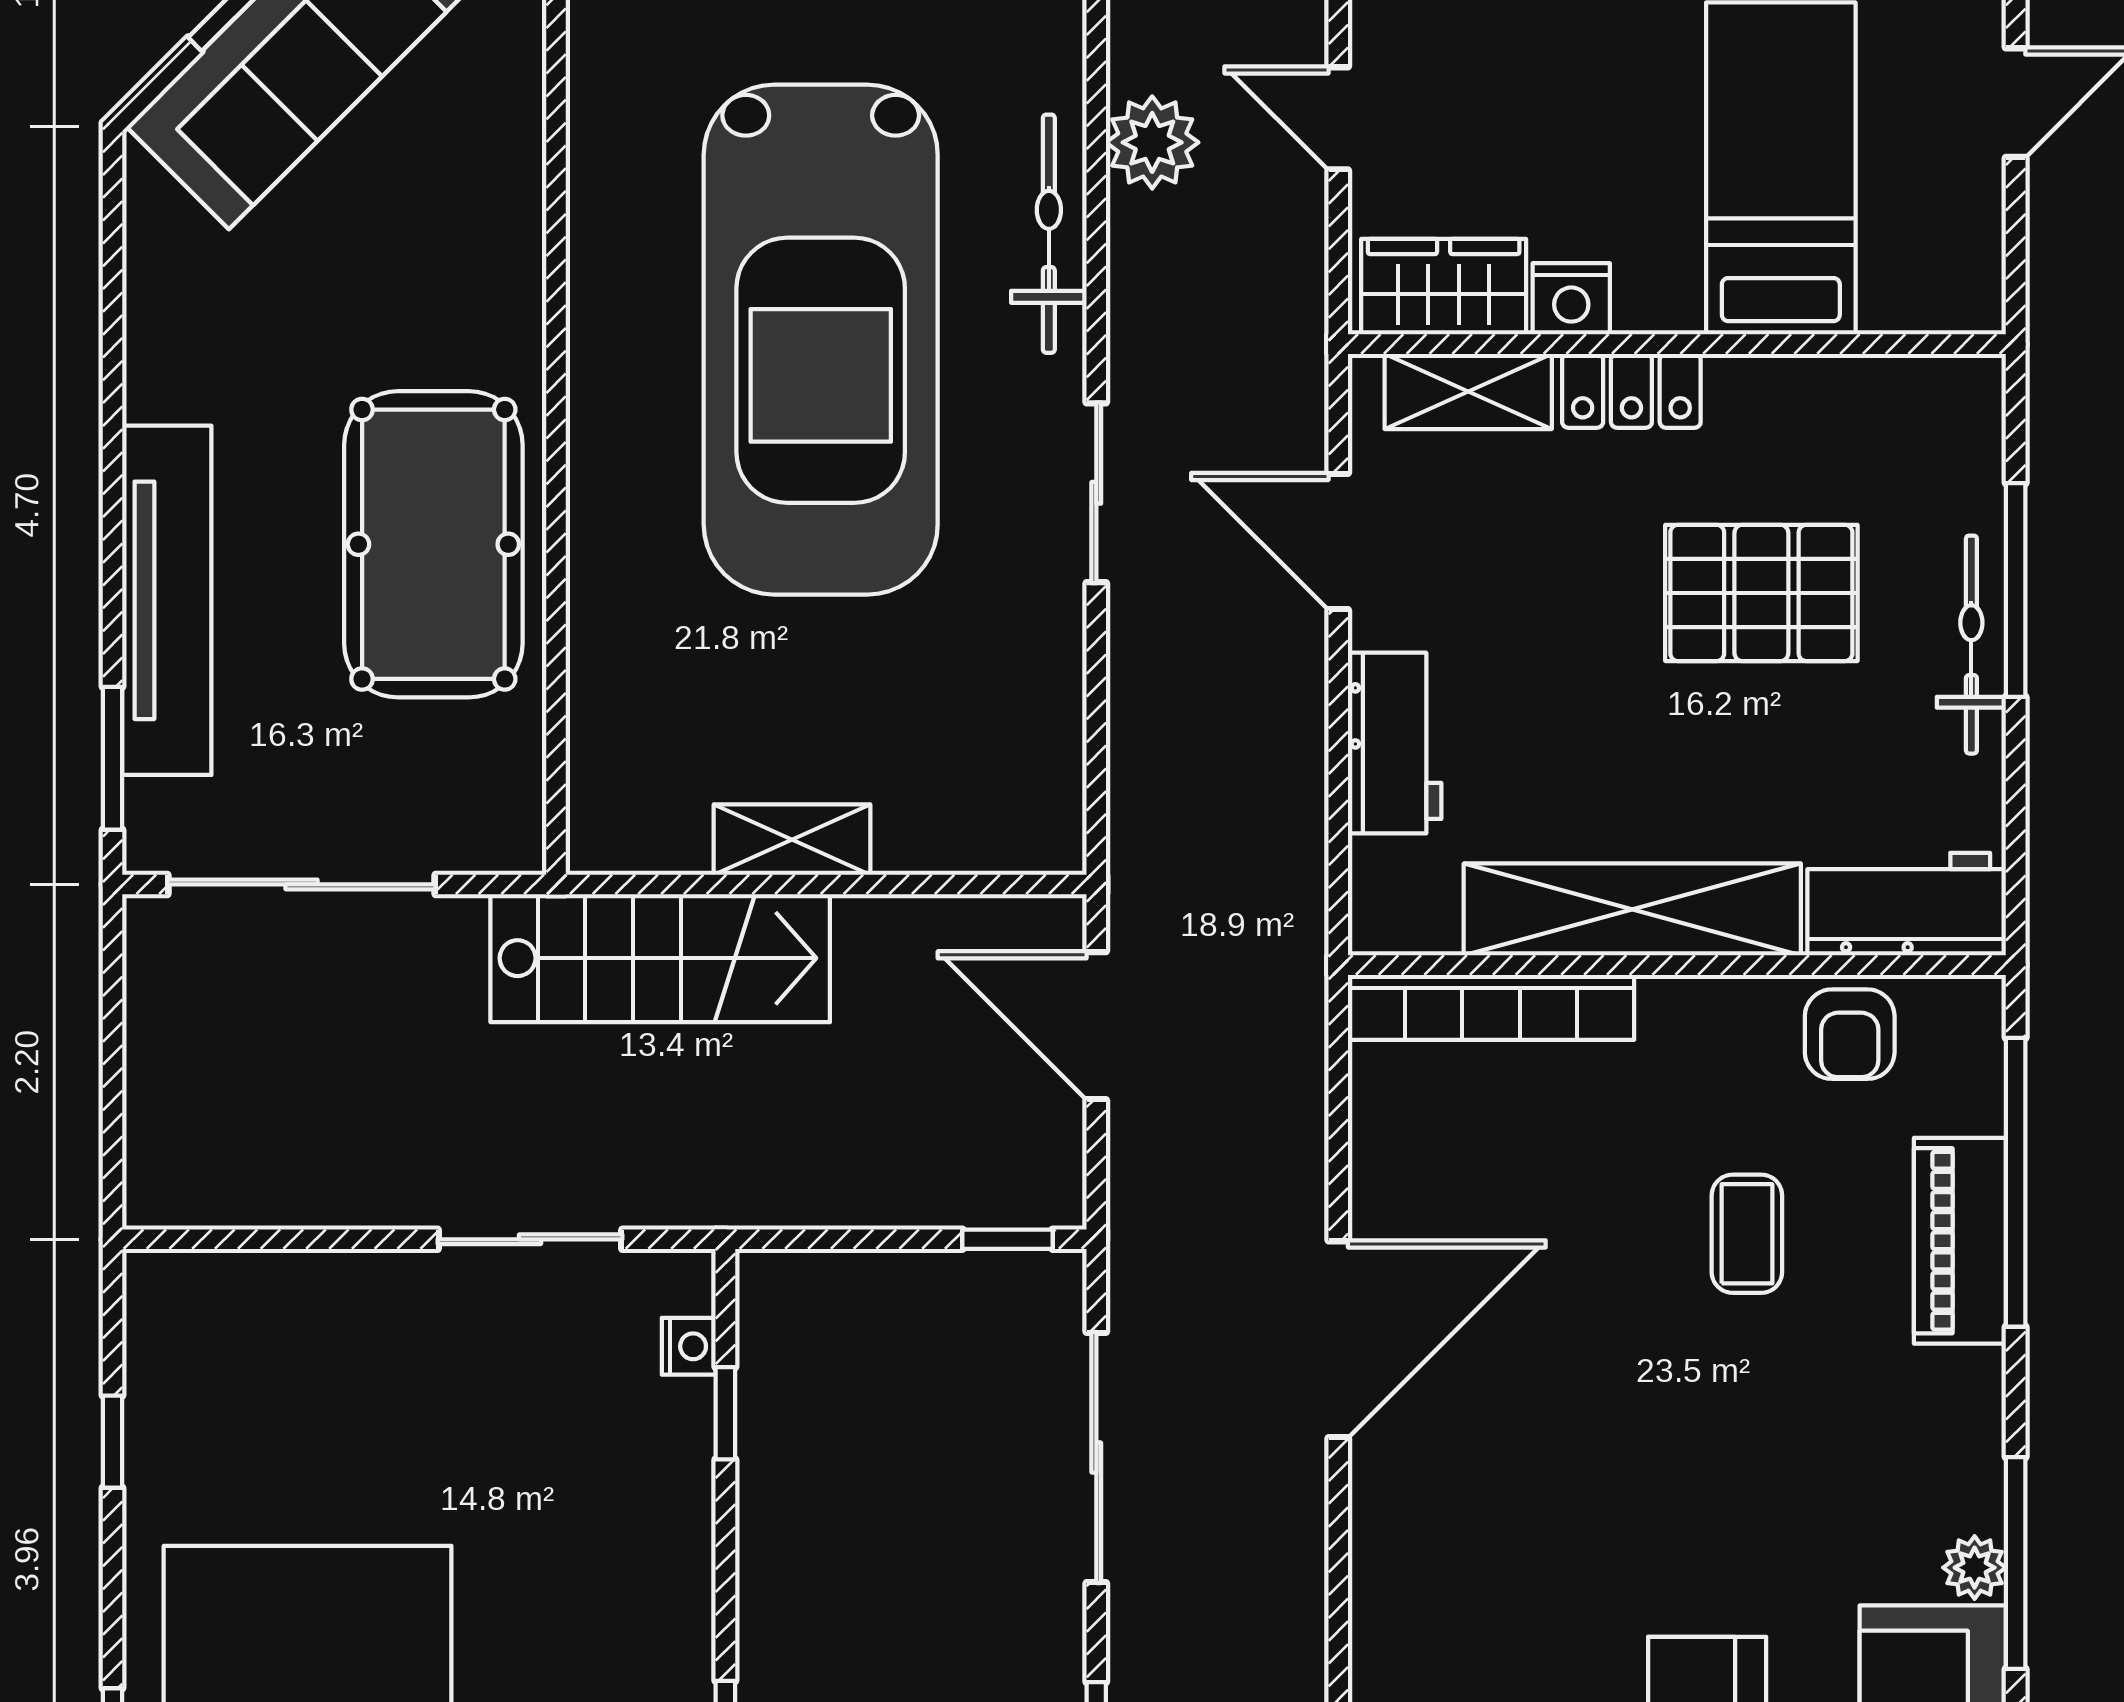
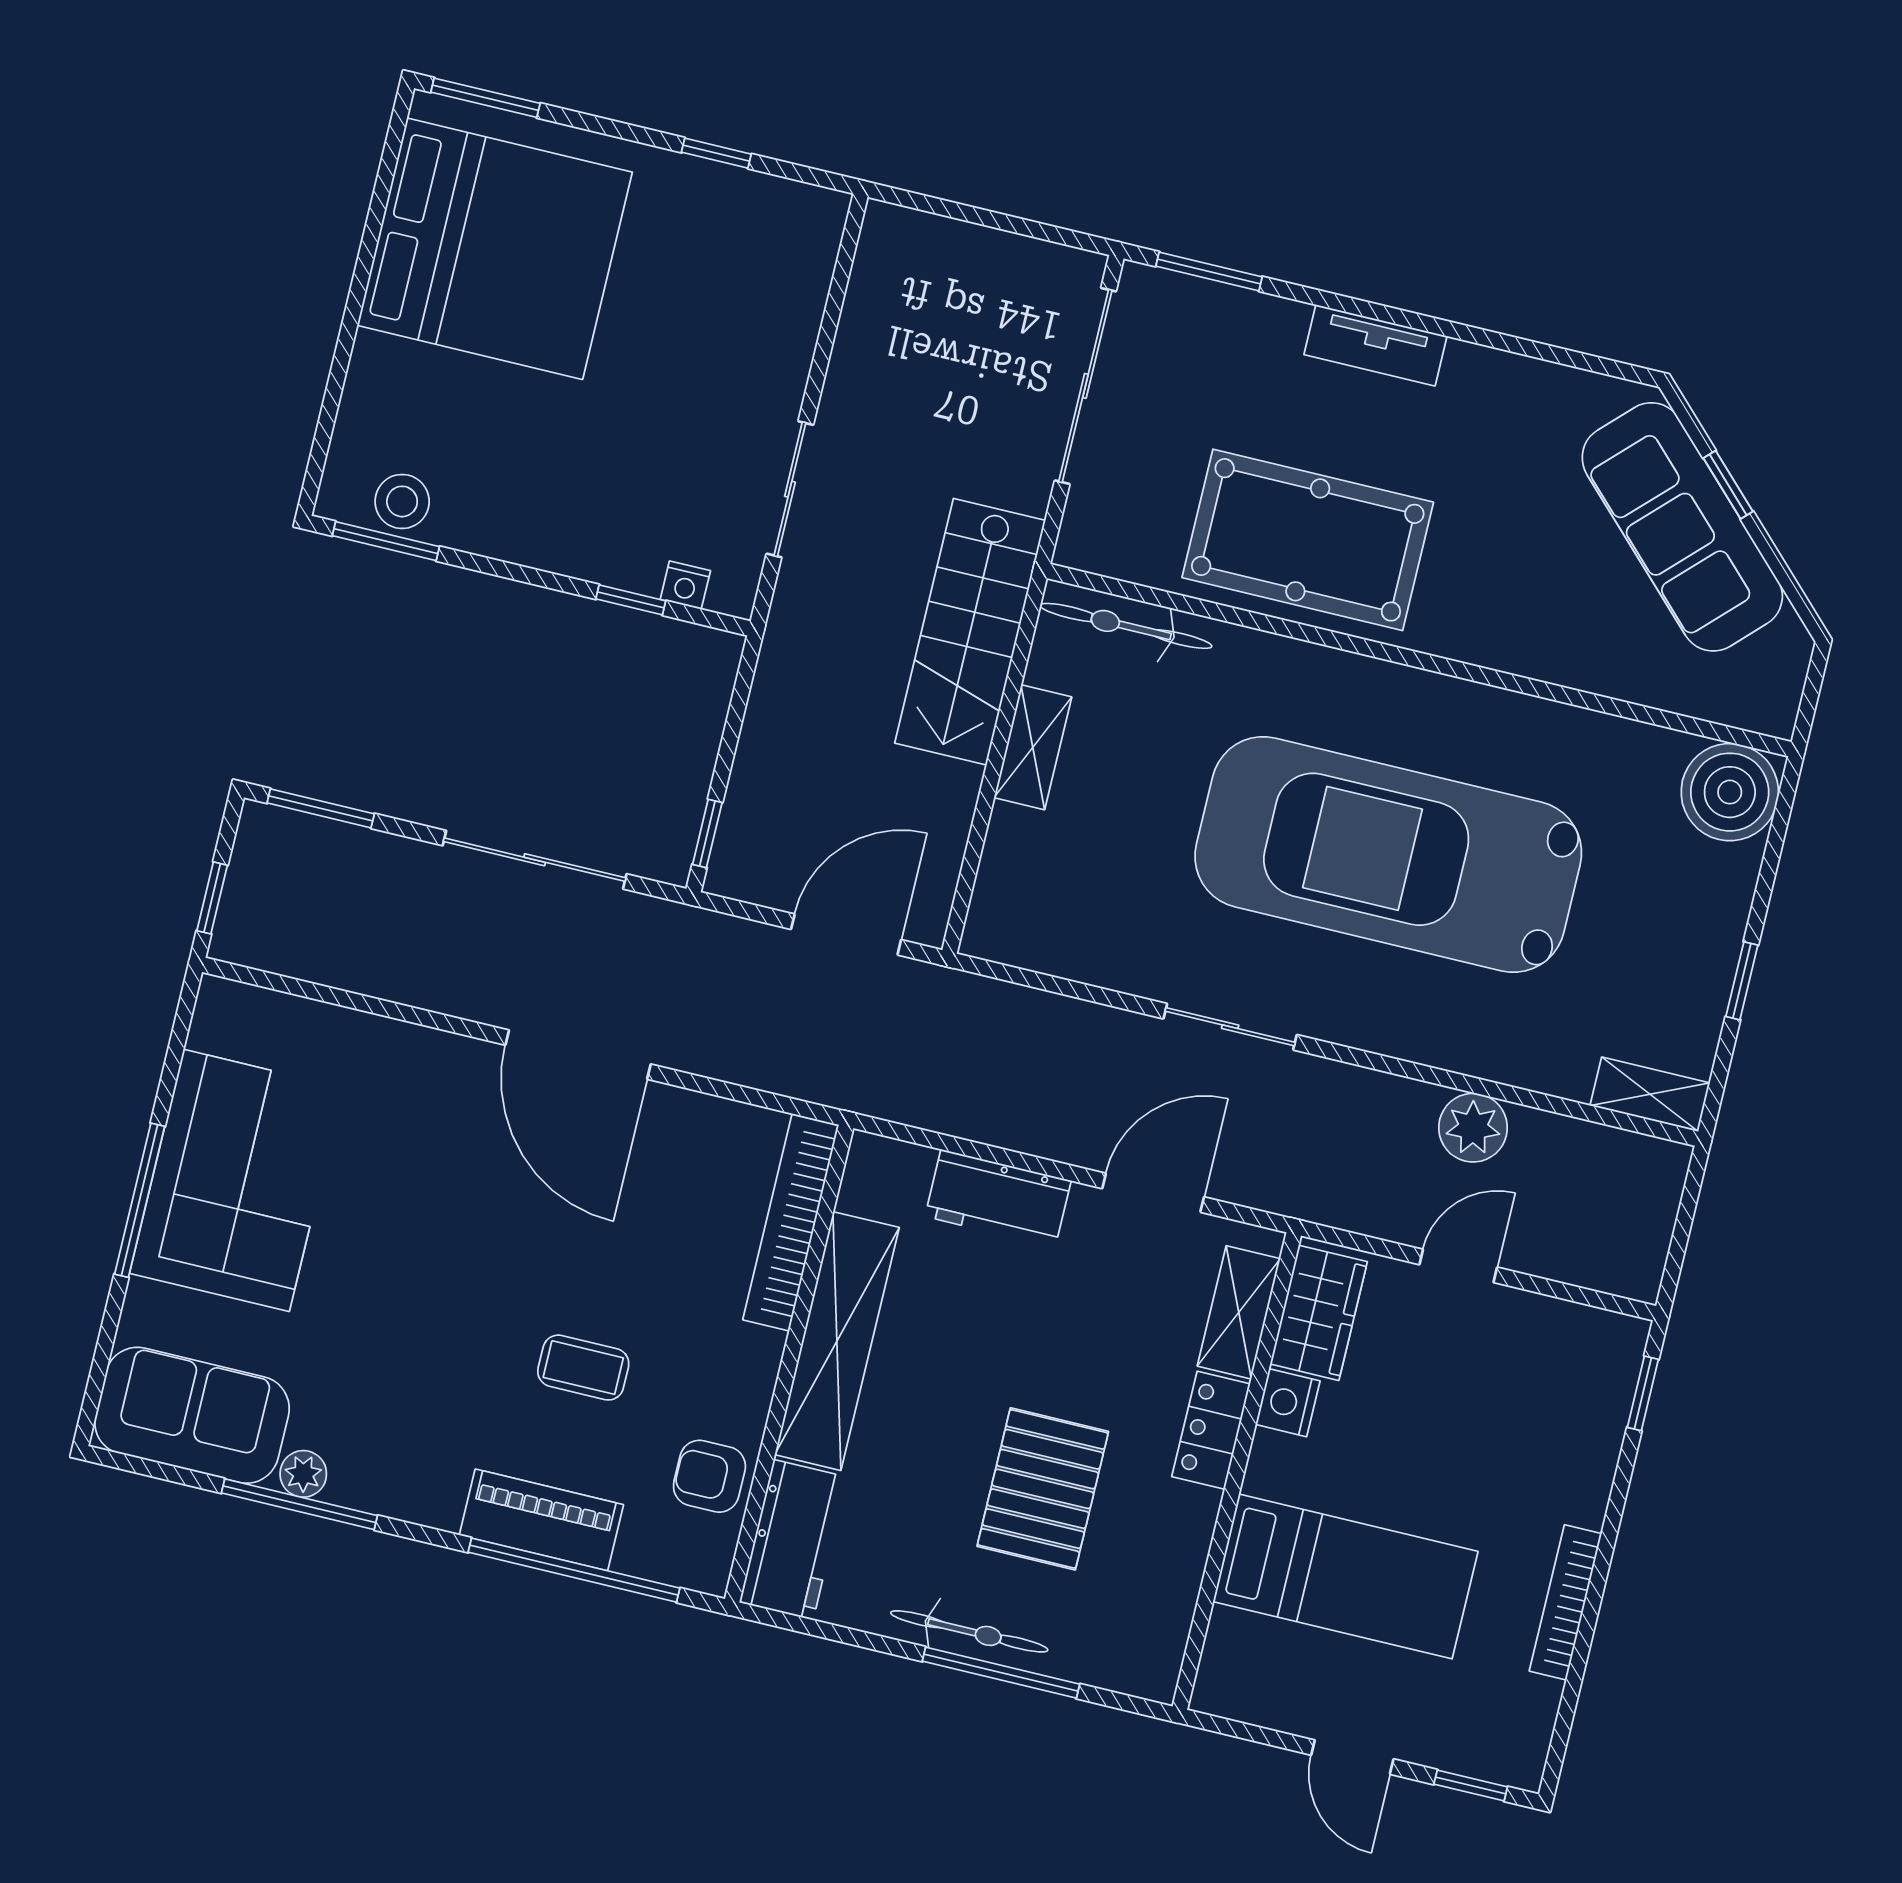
bicycle: (1049, 234) -> (1126, 626), moved, turned 180
tv unit: (167, 600) -> (1375, 345), width x0.52, depth x0.78

